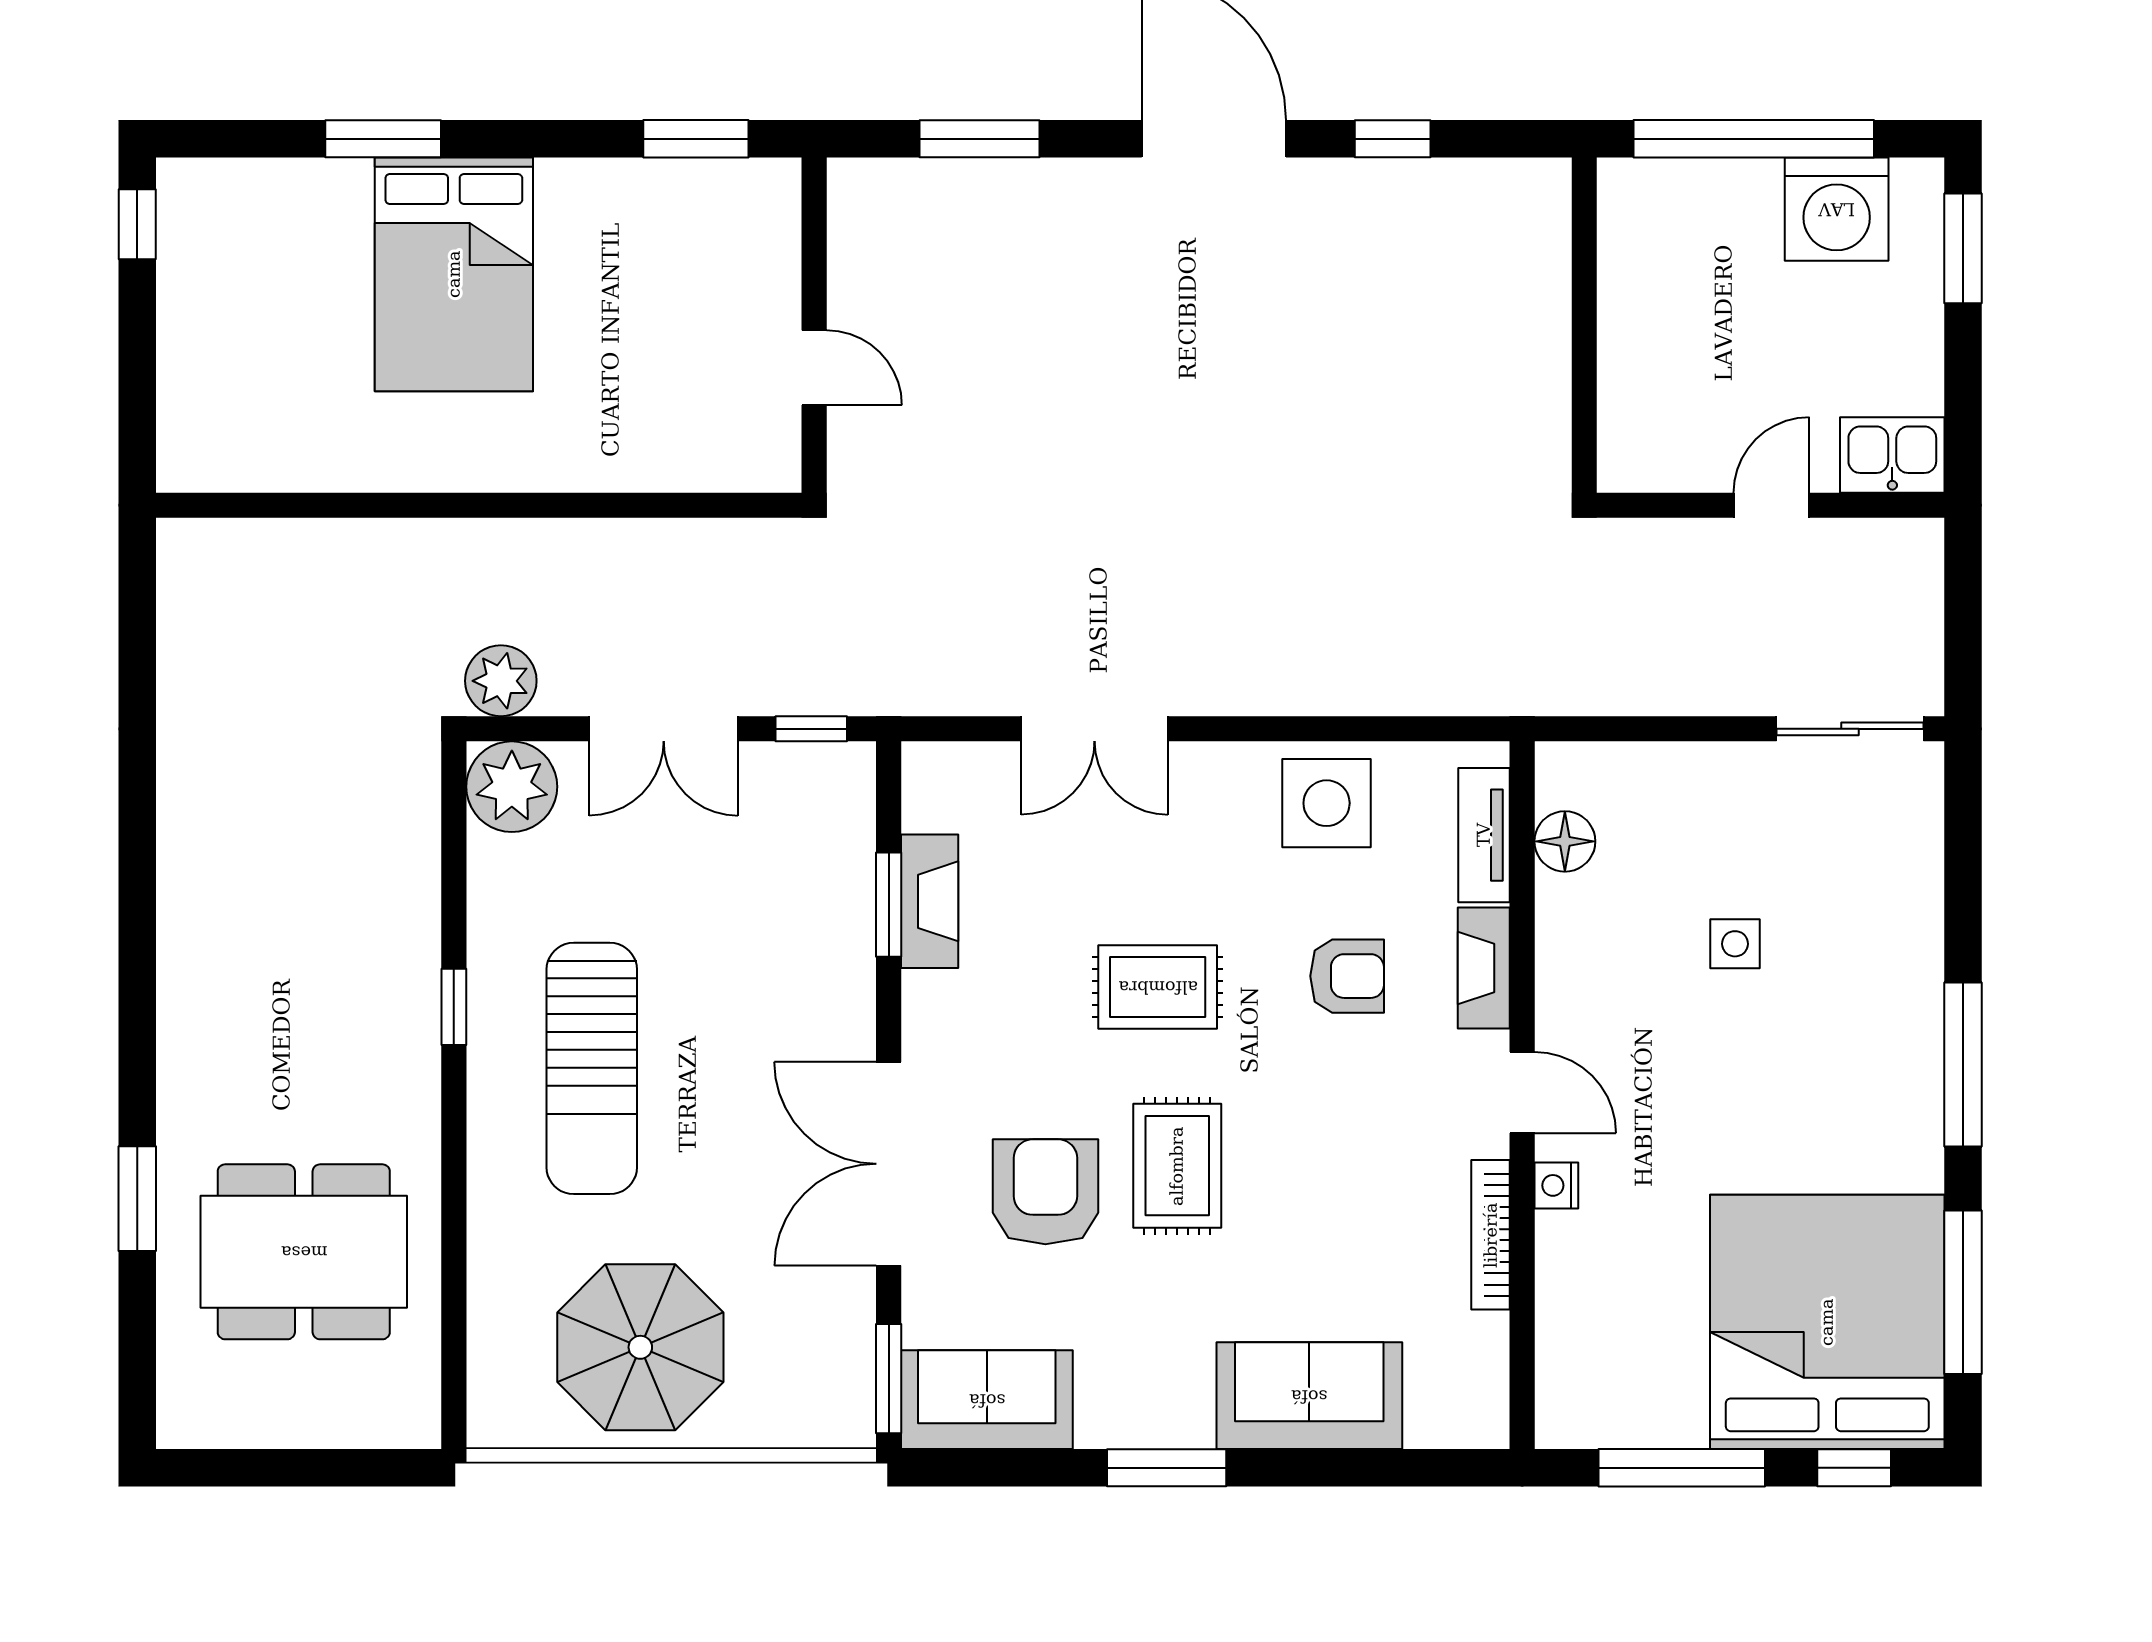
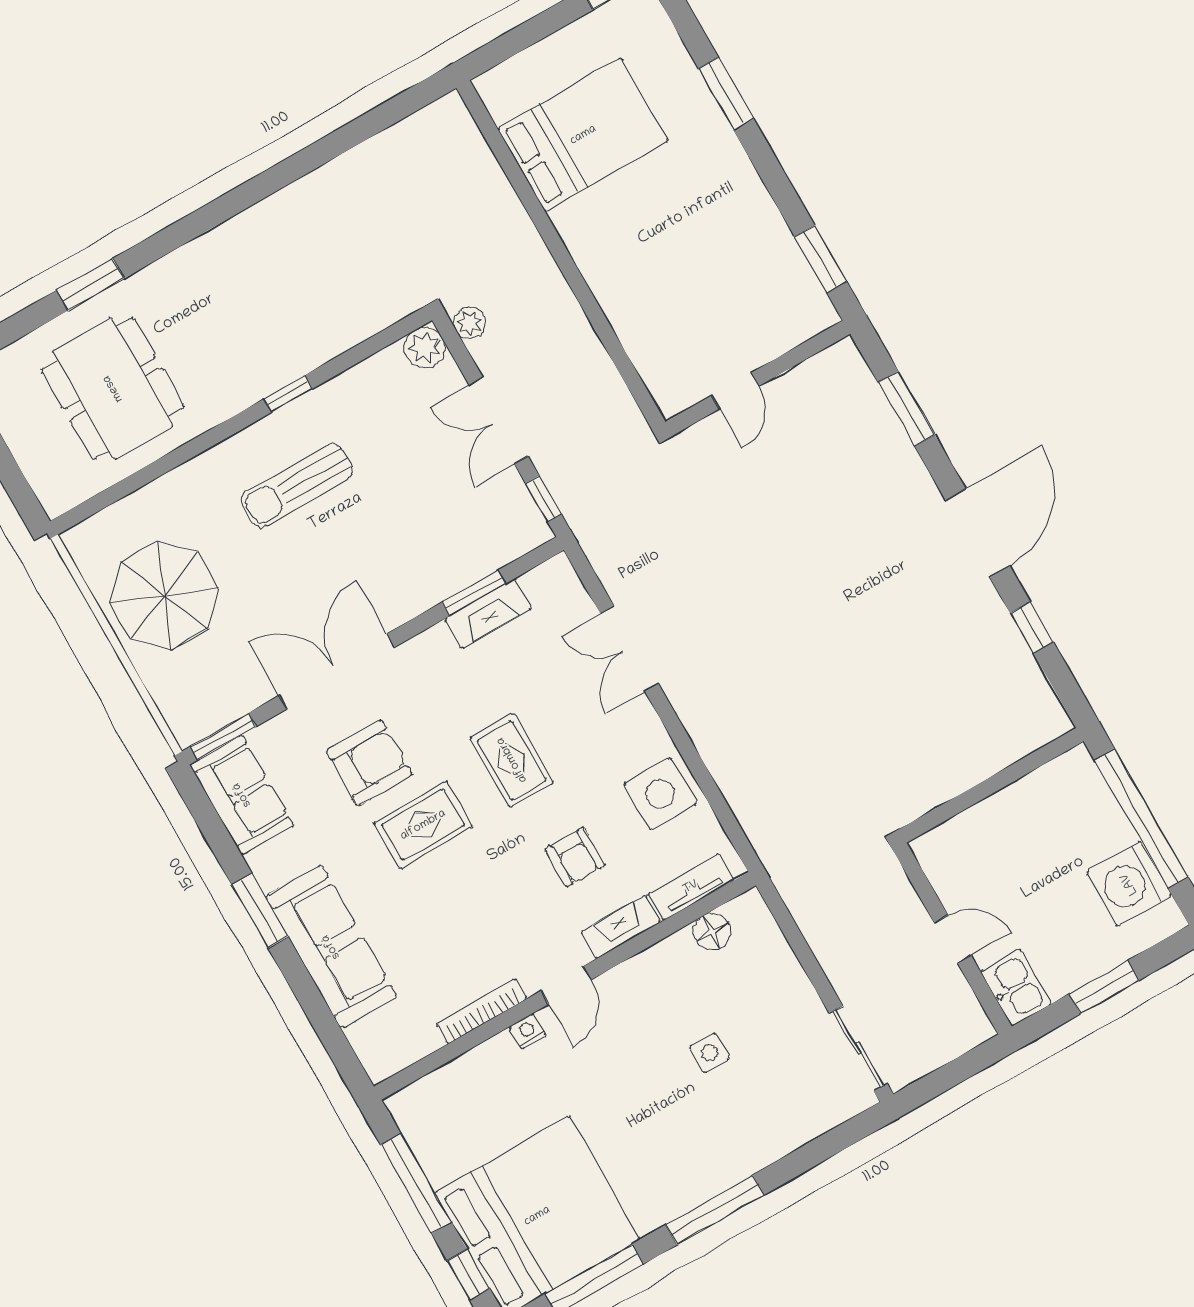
window: (1963, 248) -> (1104, 987), moved
bed: (454, 274) -> (583, 135), moved, turned 180
plant: (501, 681) -> (470, 323), width x0.73, depth x0.73
plant: (512, 787) -> (425, 348), width x0.73, depth x0.73
sun lounger: (592, 1068) -> (297, 485), width x0.73, depth x0.75
sofa: (1309, 1396) -> (331, 947), width x1.36

